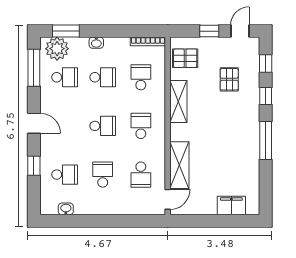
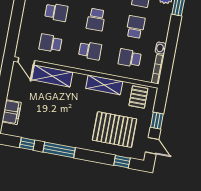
washbasin: (96, 43) -> (161, 48), moved
school desk: (103, 77) -> (135, 27), turned 180
school desk: (141, 77) -> (130, 58), turned 180
pallet: (229, 79) -> (115, 130), width x2.05, depth x2.00
window: (266, 96) -> (27, 144), moved

